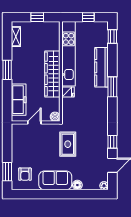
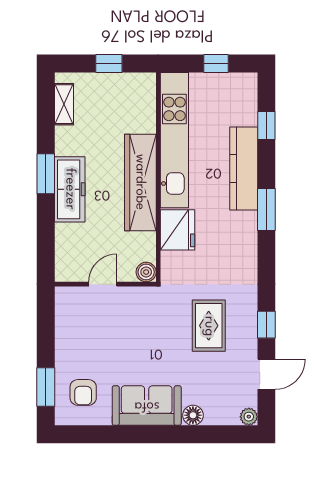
window: (112, 37) -> (266, 126), moved
fridge: (68, 92) -> (178, 230), width x1.88, depth x1.34
freezer: (19, 100) -> (70, 189), moved
rug: (68, 144) -> (209, 326), moved

